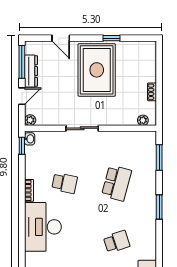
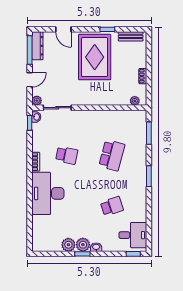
bench: (138, 46) -> (131, 36), added
dresser: (31, 71) -> (37, 46), moved
sliding door: (82, 128) -> (57, 108), moved

